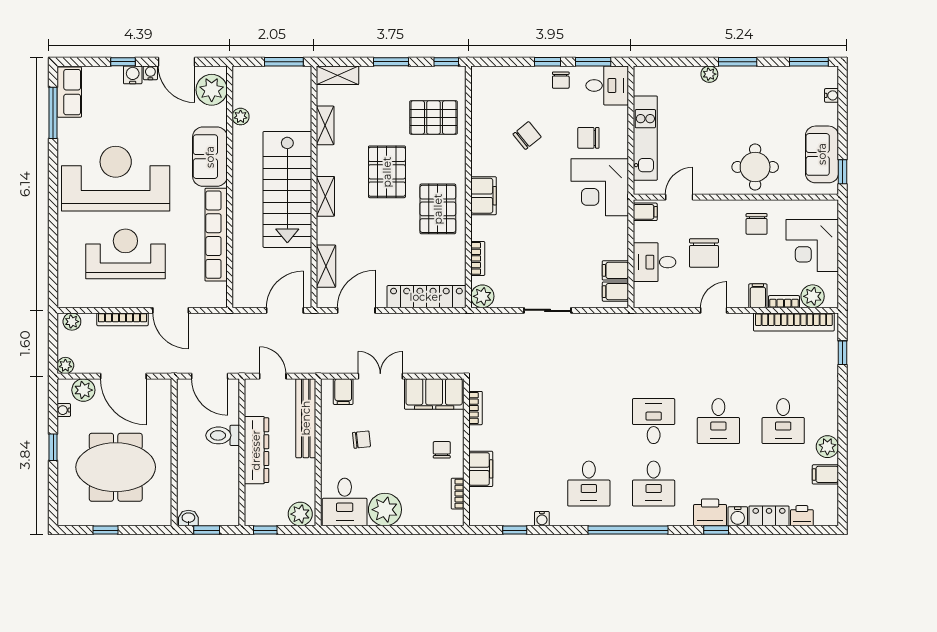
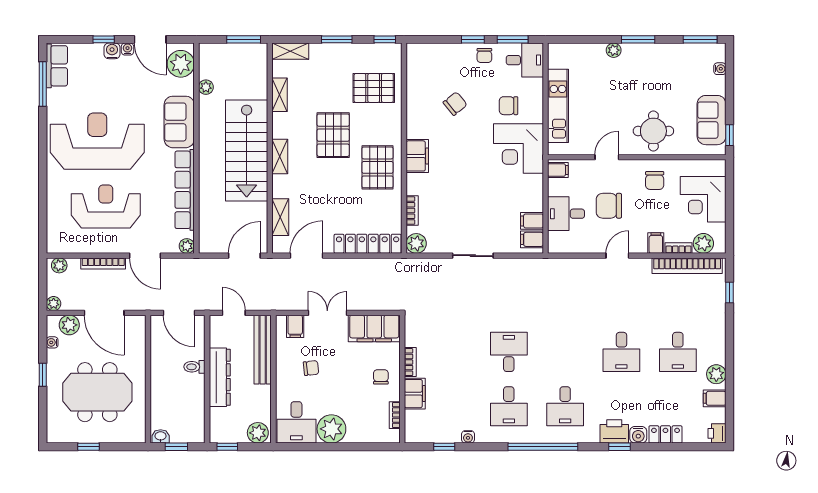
door: (679, 197) -> (607, 157), moved
chair: (704, 253) -> (609, 206), turned 90
plant: (219, 299) -> (187, 246), added
bookcase: (475, 408) -> (410, 362), moved
desk: (654, 421) -> (509, 352), moved
toilet: (223, 435) -> (194, 367), width x0.73, depth x0.72
printer: (802, 516) -> (717, 433), moved, turned -90

